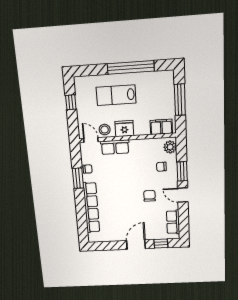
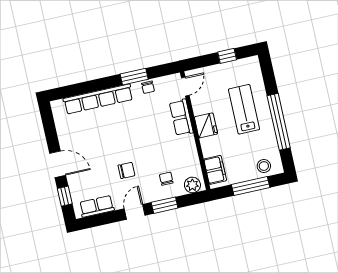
stool: (105, 130) -> (264, 166), moved

